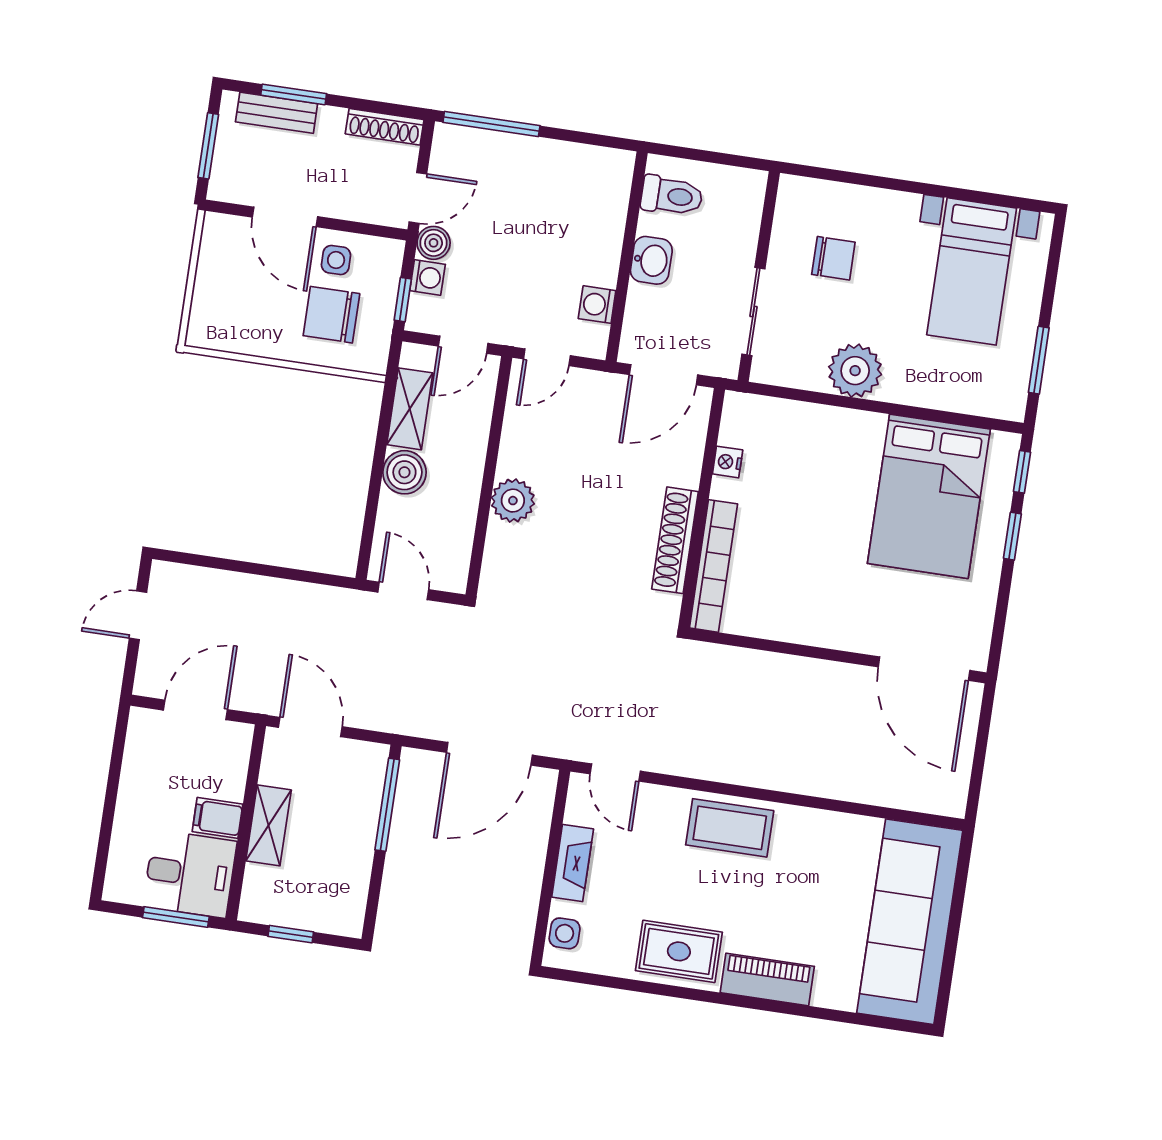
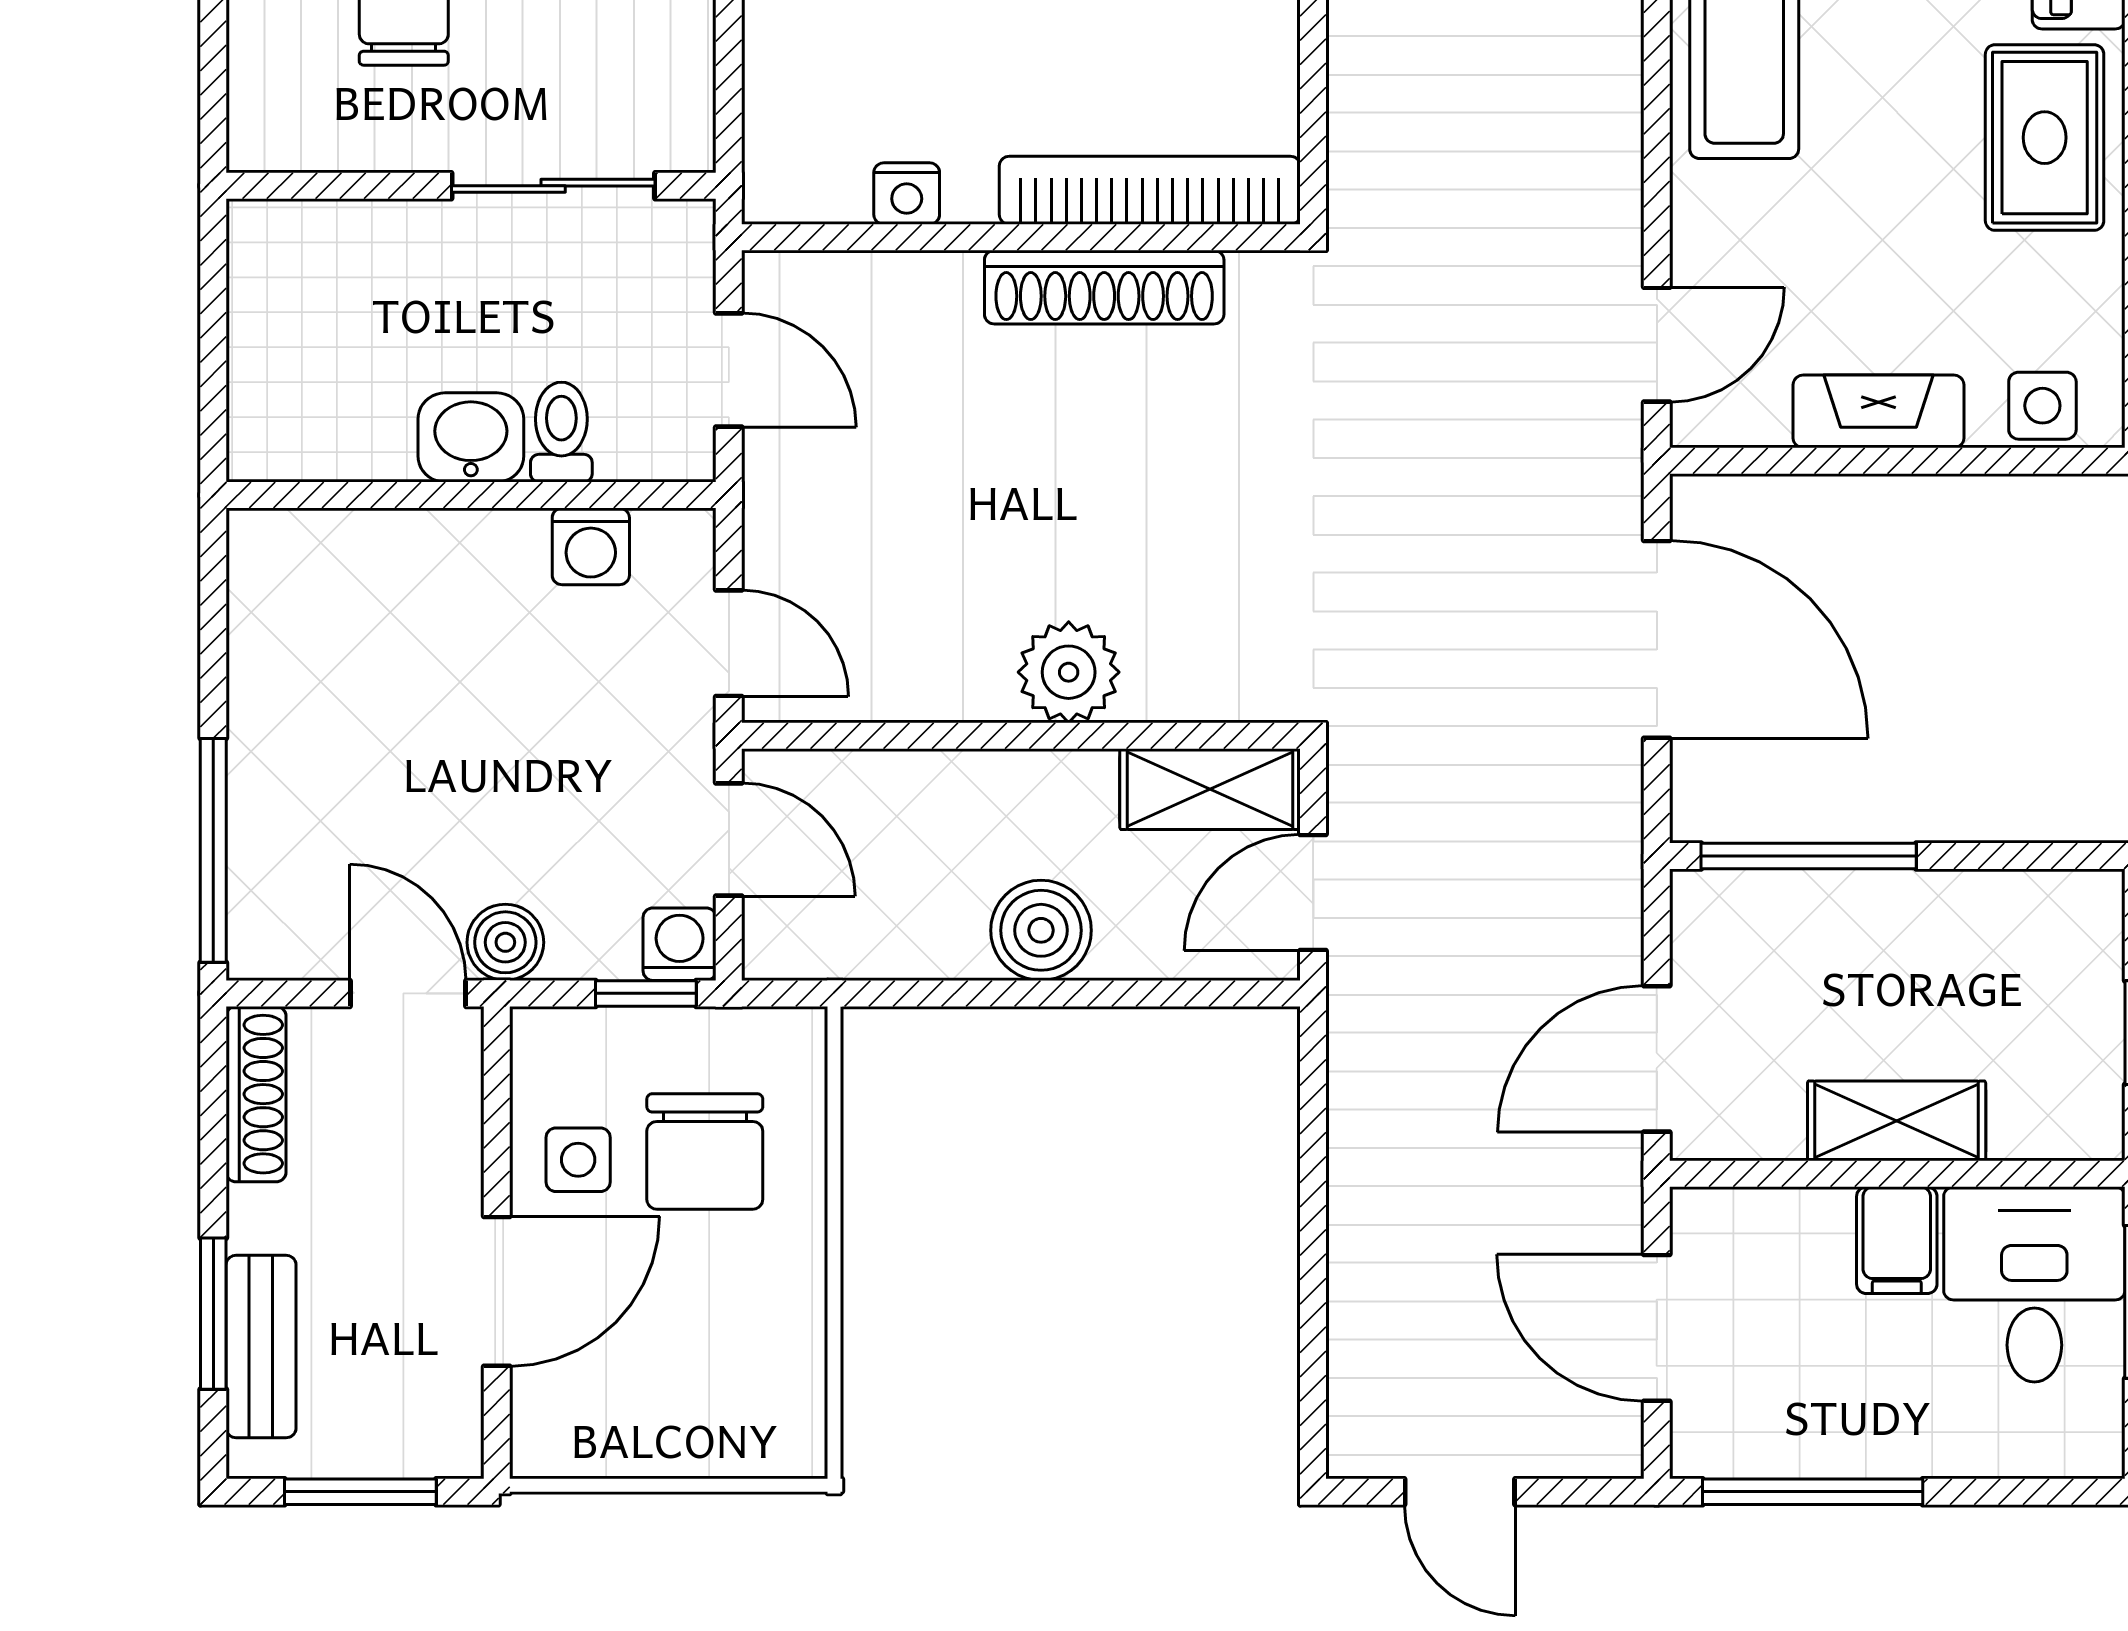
toilet: (672, 196) -> (561, 432), moved, width x0.73, depth x0.72
washing machine: (428, 277) -> (680, 944), moved
door: (664, 375) -> (729, 370), width x0.73
shelving: (410, 409) -> (1210, 789), moved
window: (116, 766) -> (1813, 1492), added

